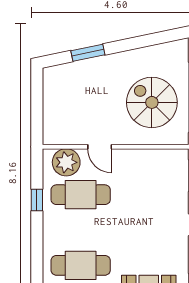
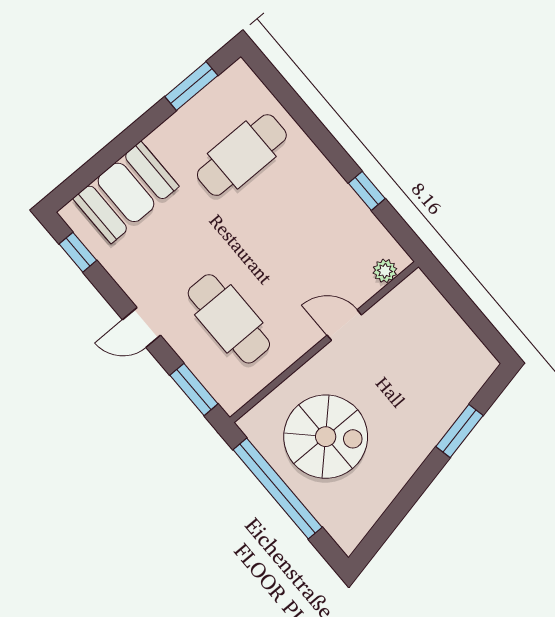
plant: (66, 162) -> (385, 271), width x0.53, depth x0.53
cafe table: (81, 195) -> (229, 319), moved, turned 90

